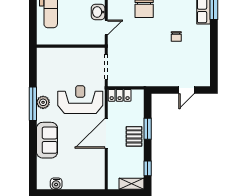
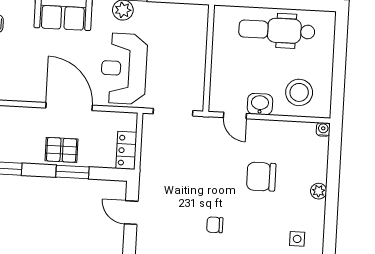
door: (187, 90) -> (131, 213), moved
locker: (120, 95) -> (126, 150), moved
reception desk: (80, 100) -> (124, 69), turned 180

